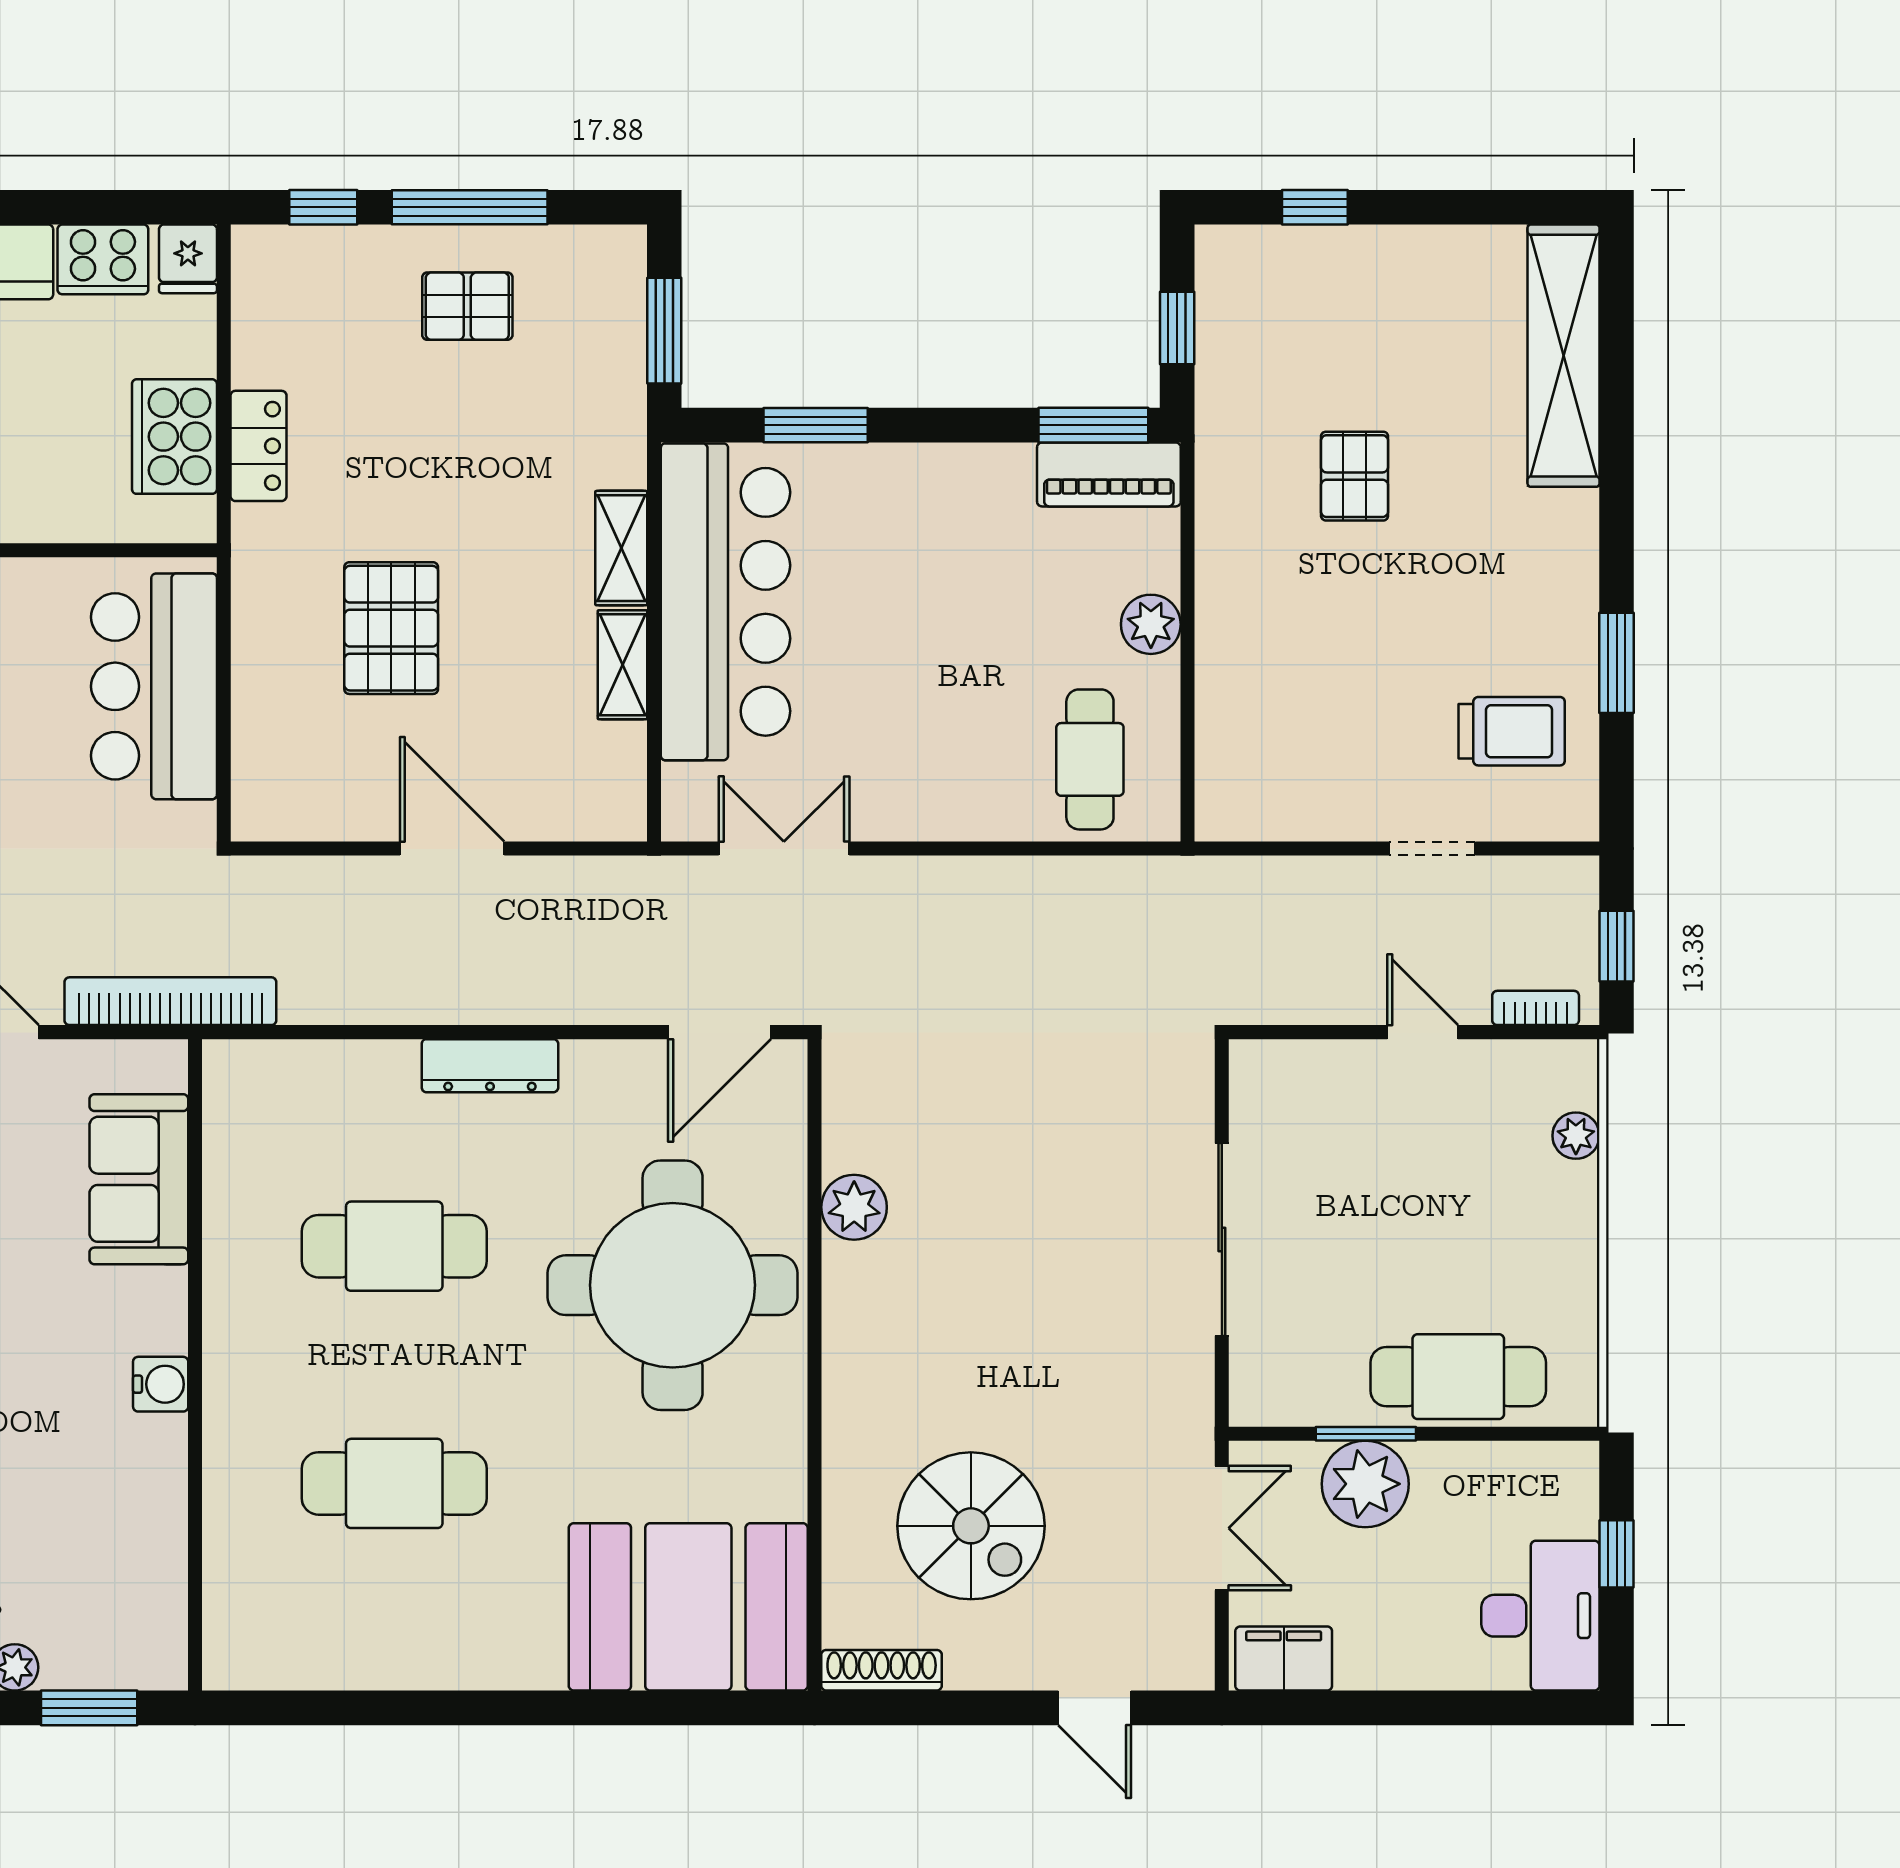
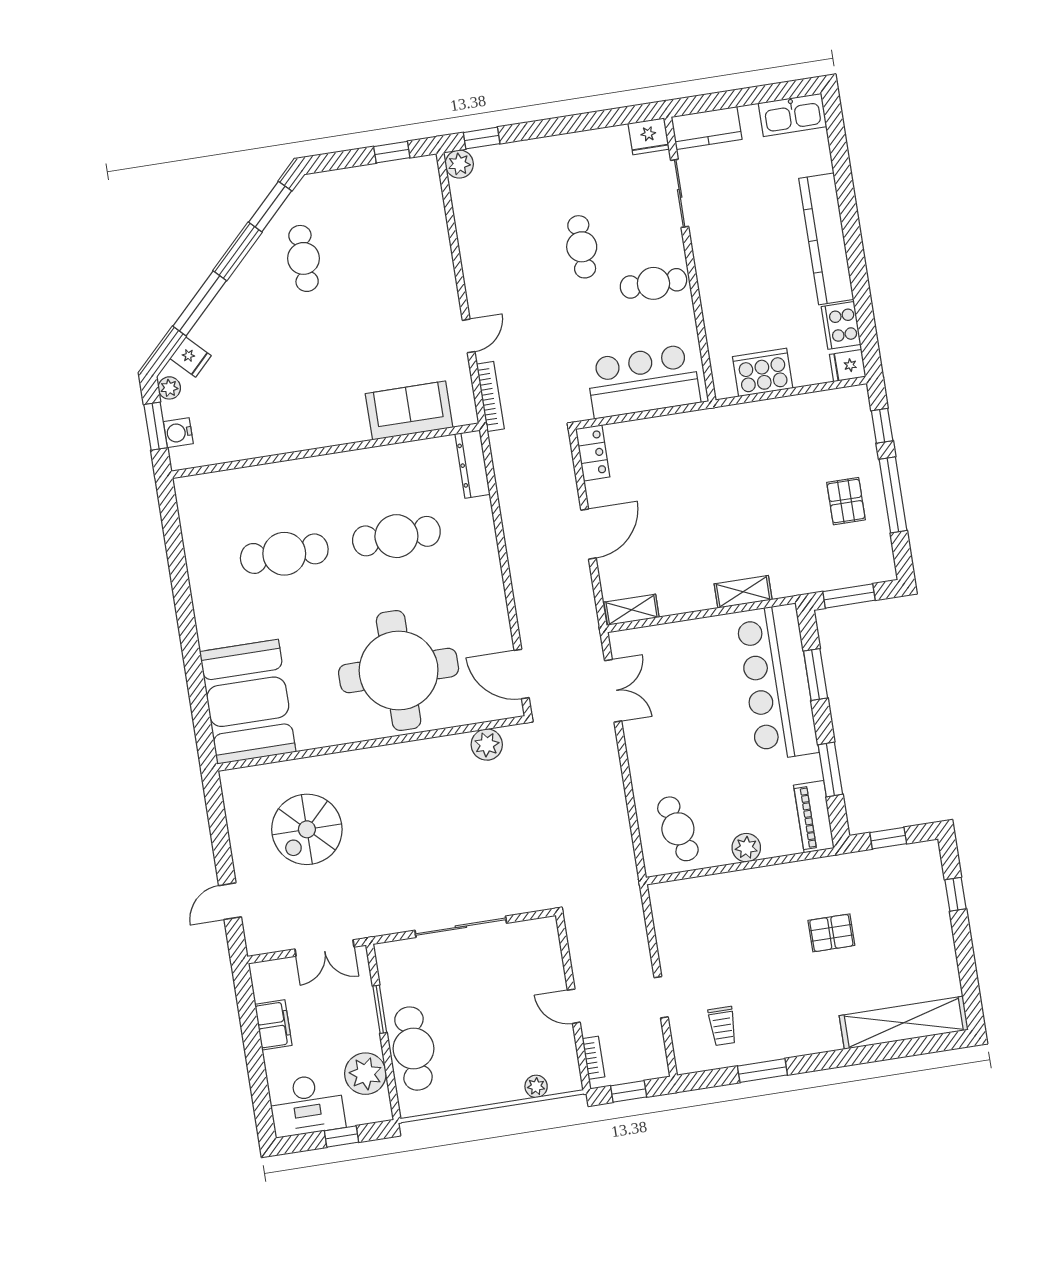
window: (1093, 425) -> (830, 770), moved
locker: (258, 446) -> (593, 453), moved, turned -90
bar counter: (725, 602) -> (777, 682), moved, turned 90
pallet: (391, 628) -> (688, 489), removed
shelving: (622, 665) -> (632, 610), moved
trolley: (1512, 731) -> (722, 1026), width x0.73, depth x0.72
cafe table: (1090, 759) -> (678, 829), turned 76
bookcase: (170, 1001) -> (490, 396), width x0.68, depth x0.76
door: (1423, 1032) -> (574, 1006), swing flipped
dresser: (490, 1066) -> (473, 464), moved
plant: (854, 1207) -> (487, 745), moved
cafe table: (394, 1246) -> (396, 536), turned 90
water cooler: (161, 1384) -> (178, 433), moved, turned 90
cafe table: (394, 1483) -> (284, 554), turned 90
plant: (1365, 1484) -> (365, 1074), moved
filing cabinet: (1284, 1659) -> (273, 1025), moved
shoe rack: (882, 1670) -> (232, 798), removed

